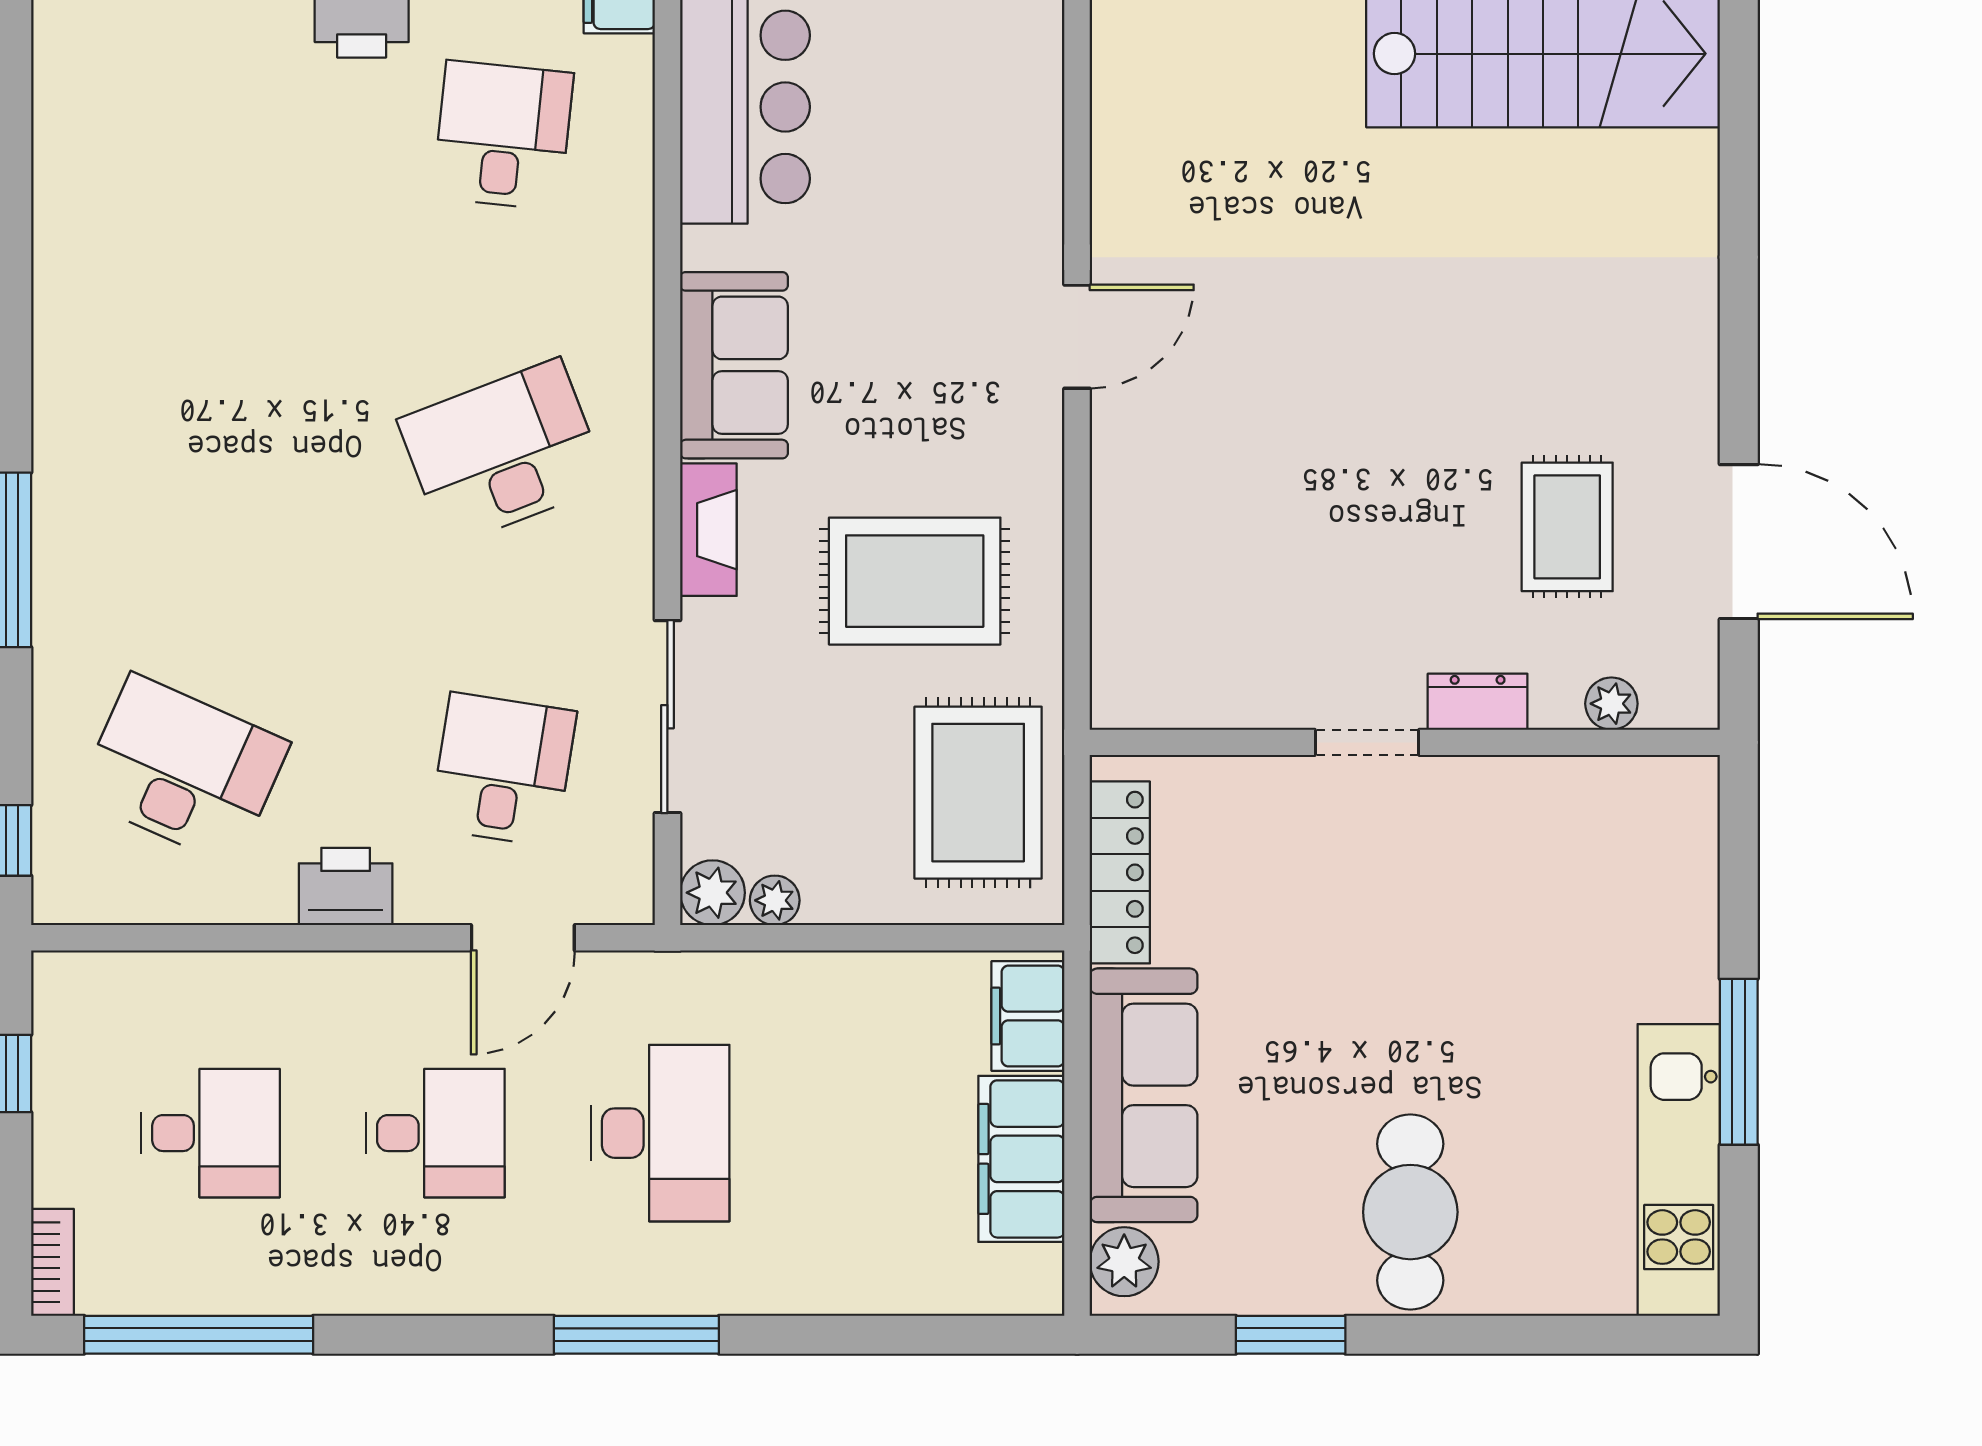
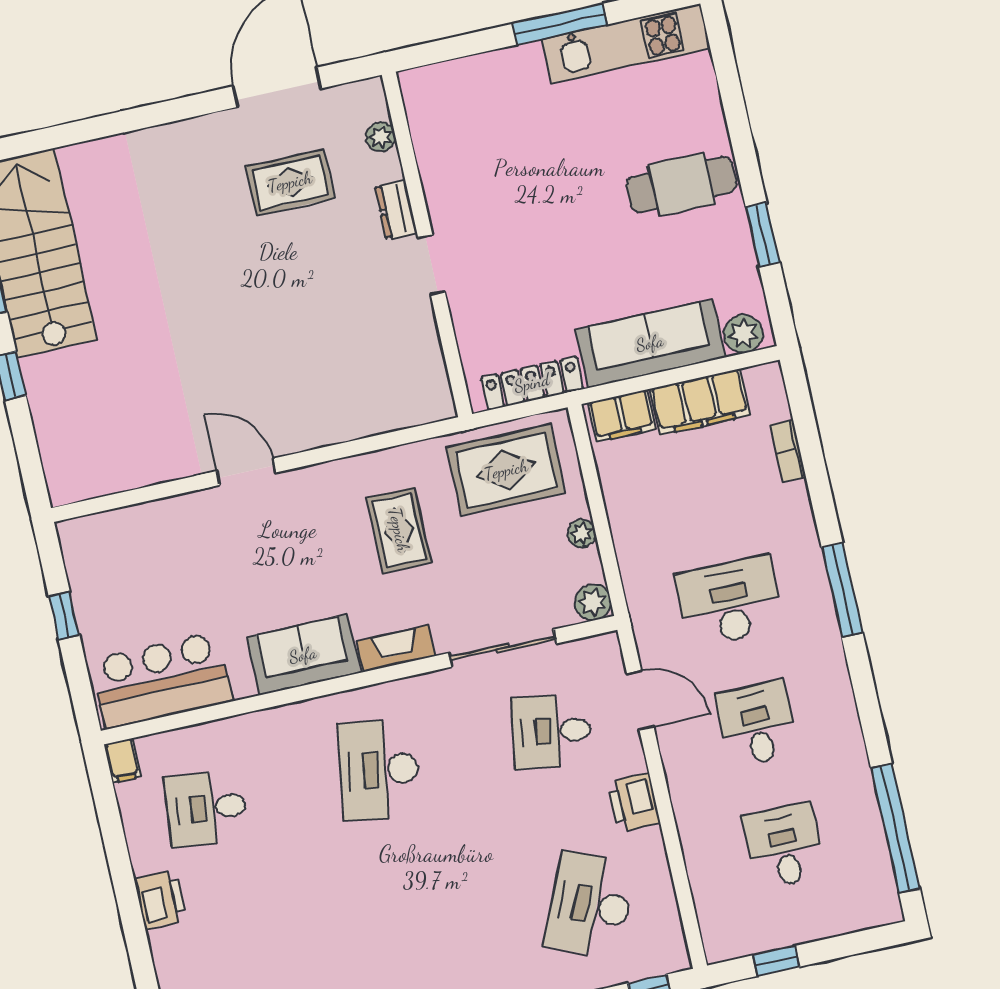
desk: (503, 453) -> (379, 770), turned 30
rug: (915, 581) -> (399, 530), width x0.73, depth x0.70
plant: (775, 900) -> (582, 533), moved
bookcase: (52, 1262) -> (788, 451), moved, turned -90

